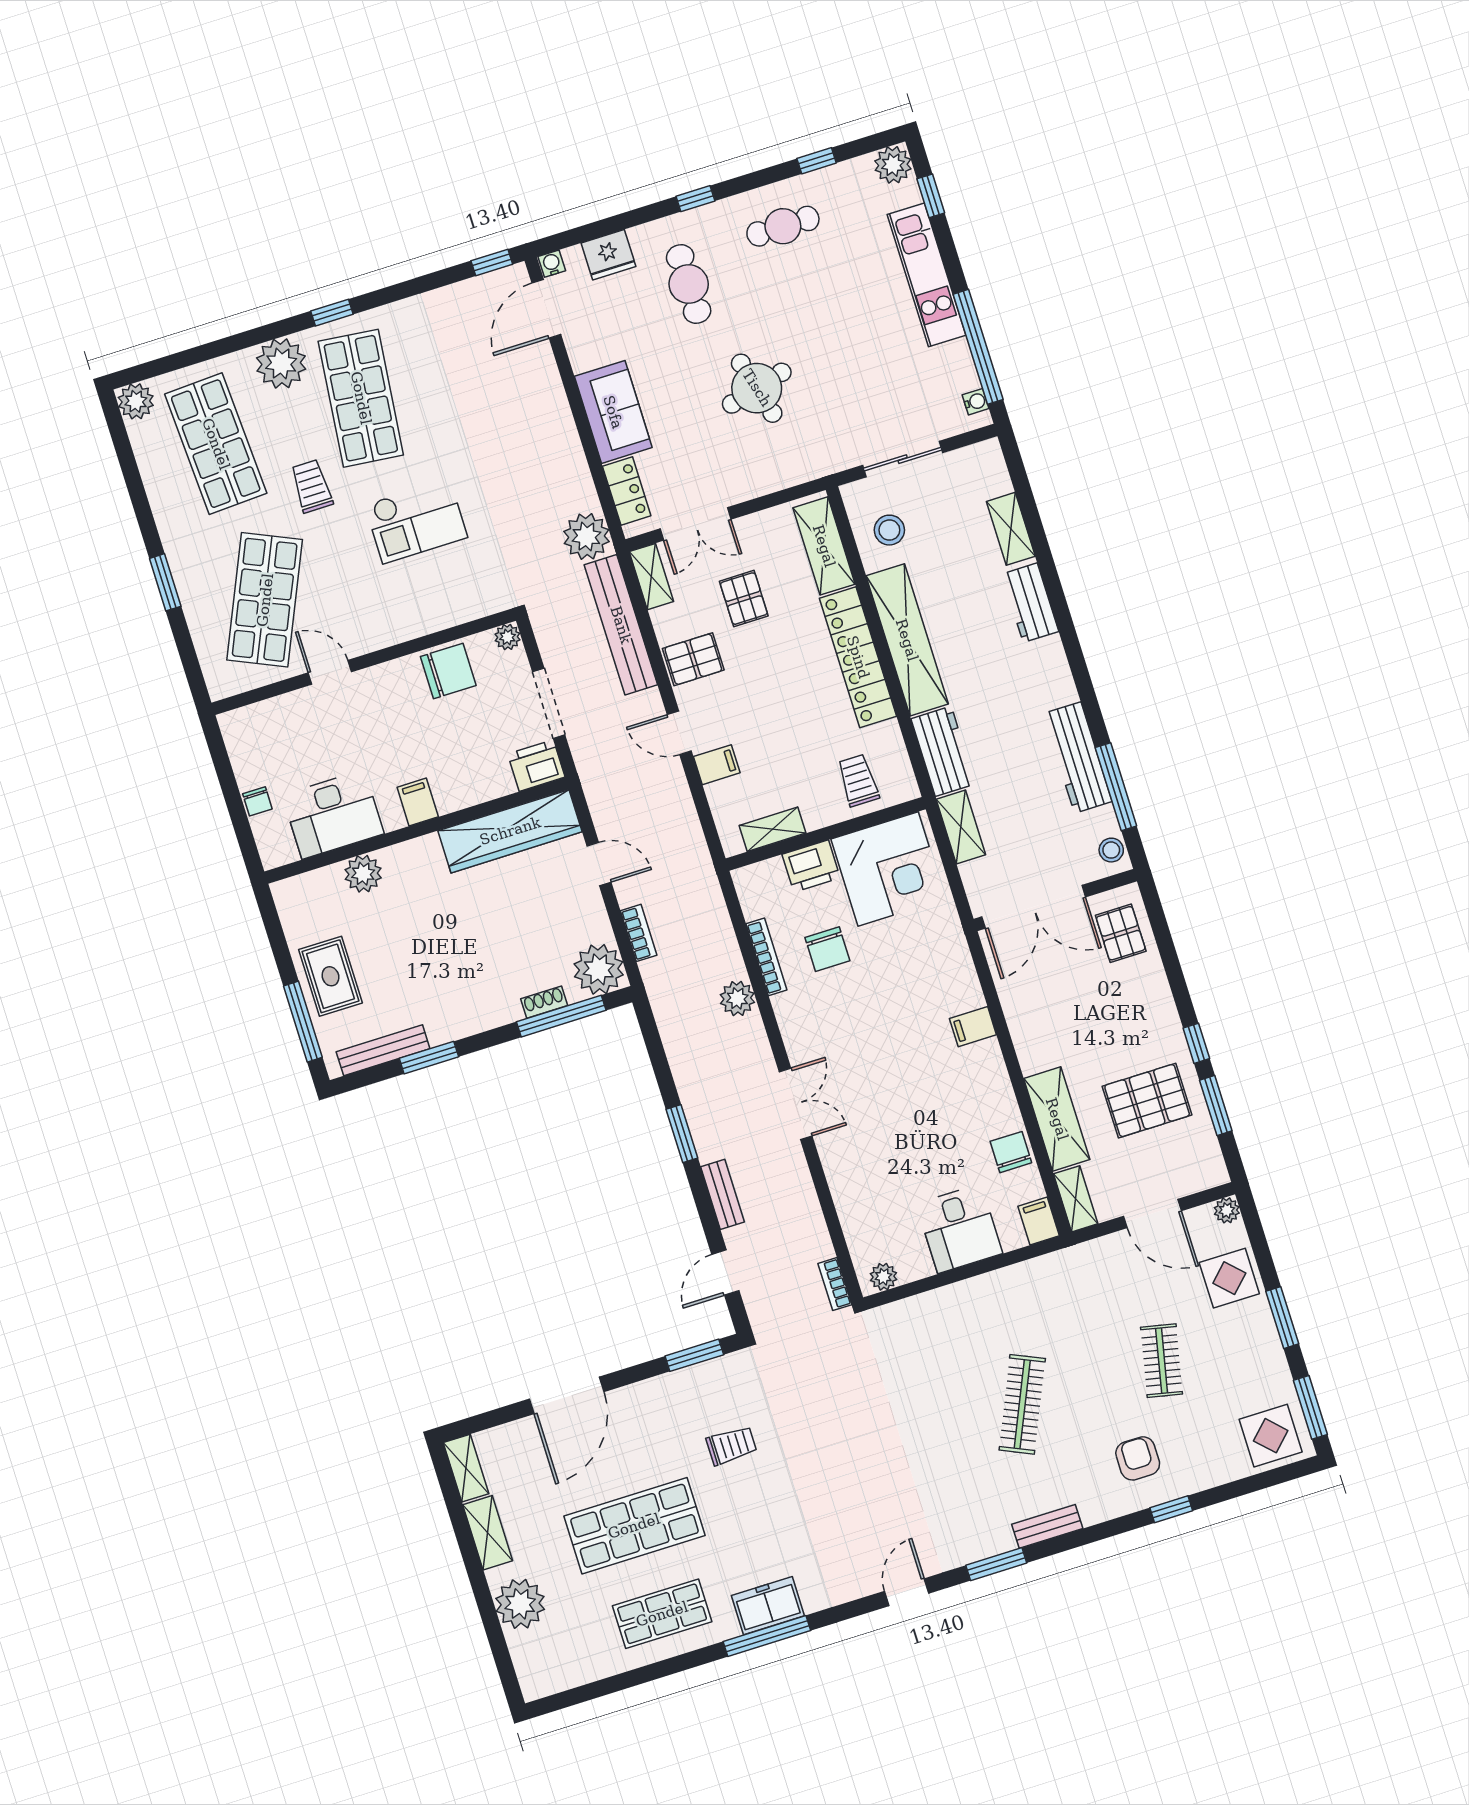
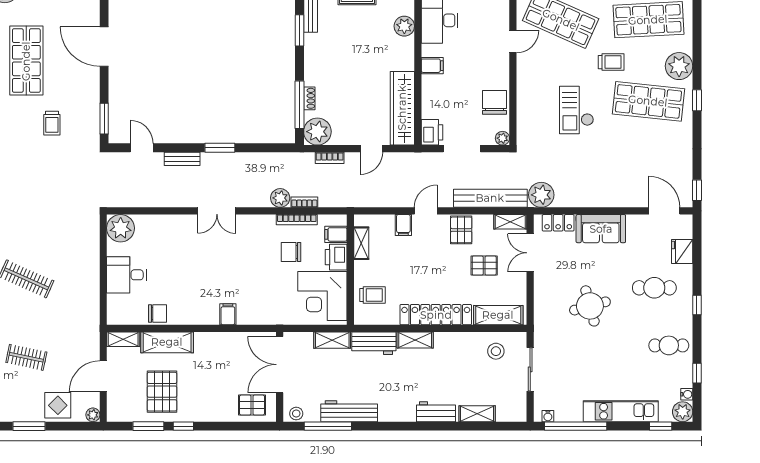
cafe table: (783, 226) -> (669, 345), turned 90
water cooler: (552, 264) -> (687, 394), moved
shelving: (907, 640) -> (415, 340), width x0.45, depth x0.75
chair: (448, 671) -> (495, 102), turned 180
filing cabinet: (1039, 1221) -> (336, 234), moved, turned 180
plant: (883, 1277) -> (121, 228), width x1.87, depth x1.87
bookcase: (835, 1284) -> (304, 202), moved

